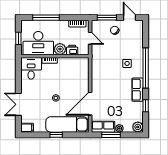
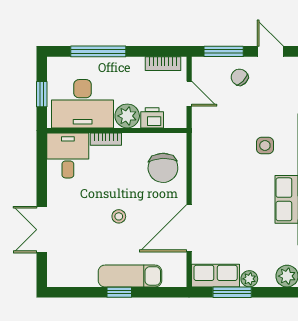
chair: (77, 74) -> (163, 168), added
exam couch: (67, 124) -> (130, 276), width x0.73, depth x0.69
filing cabinet: (27, 128) -> (60, 278), removed

